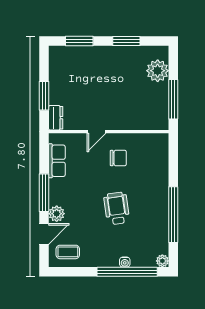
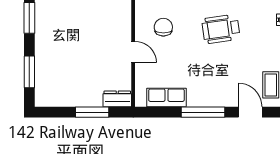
plant: (57, 214) -> (227, 98), removed

